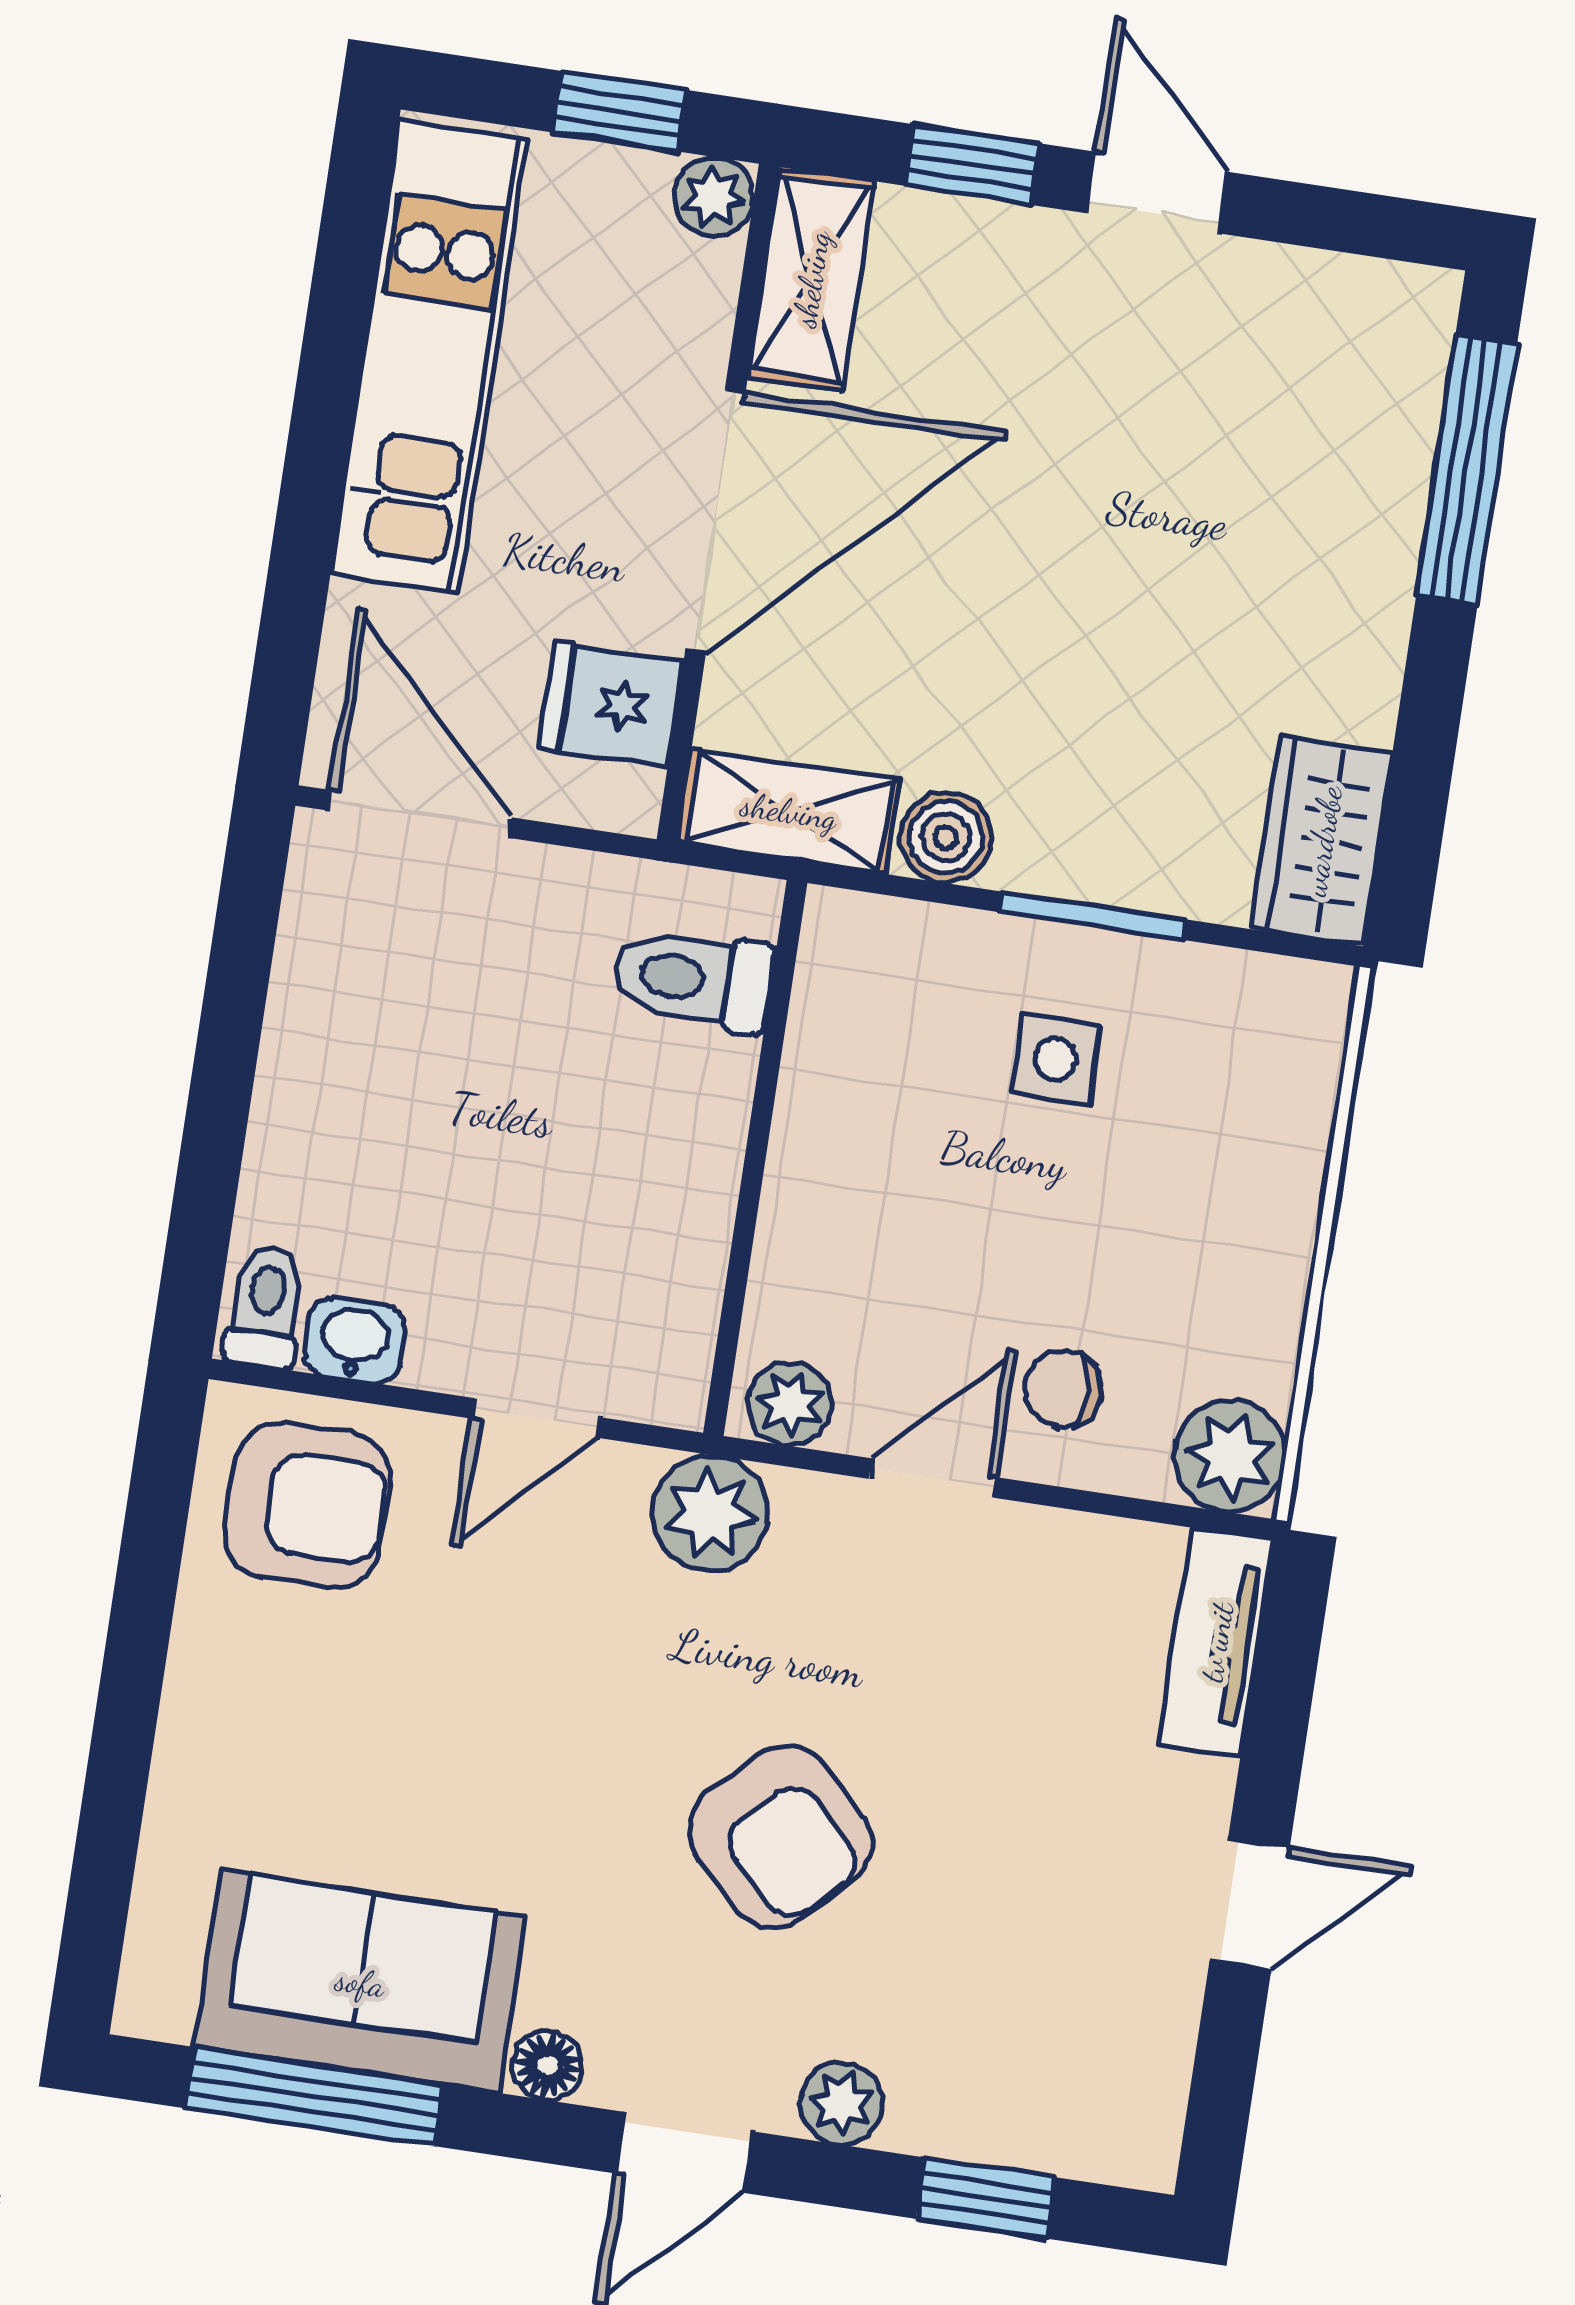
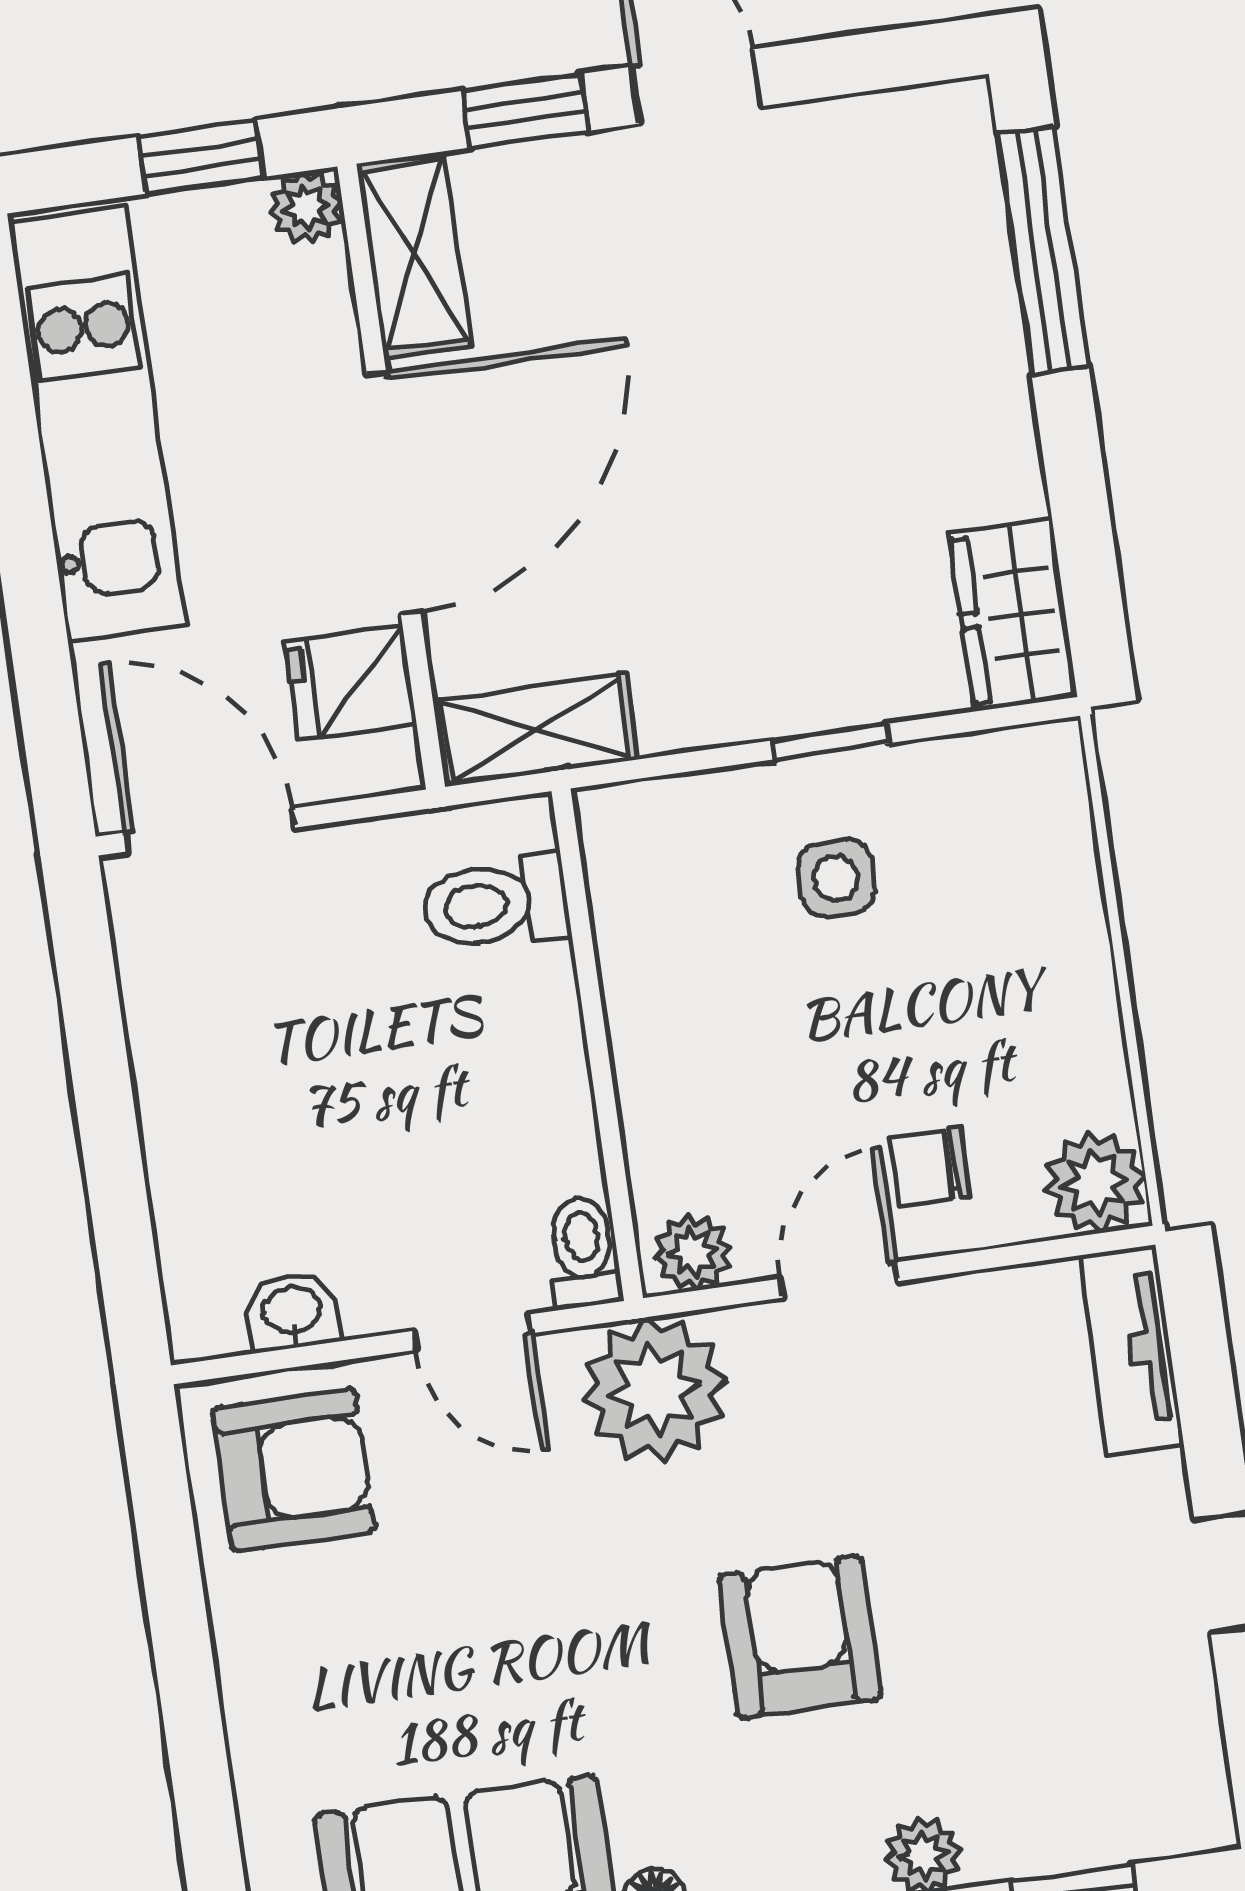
boiler: (946, 837) -> (681, 711), removed
window: (1092, 916) -> (831, 742), width x0.67
toilet: (266, 1307) -> (583, 1252), moved
door: (536, 1418) -> (473, 1332), hinge flipped
plant: (710, 1514) -> (654, 1390), width x1.36, depth x1.36
armchair: (781, 1837) -> (800, 1637), turned -134

